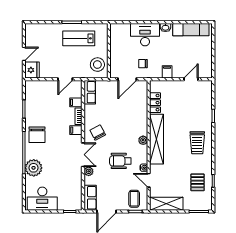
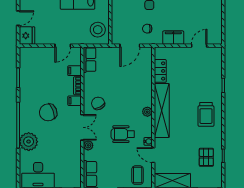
filing cabinet: (167, 72) -> (173, 38), width x2.00
chair: (37, 135) -> (48, 112), moved, turned 68

